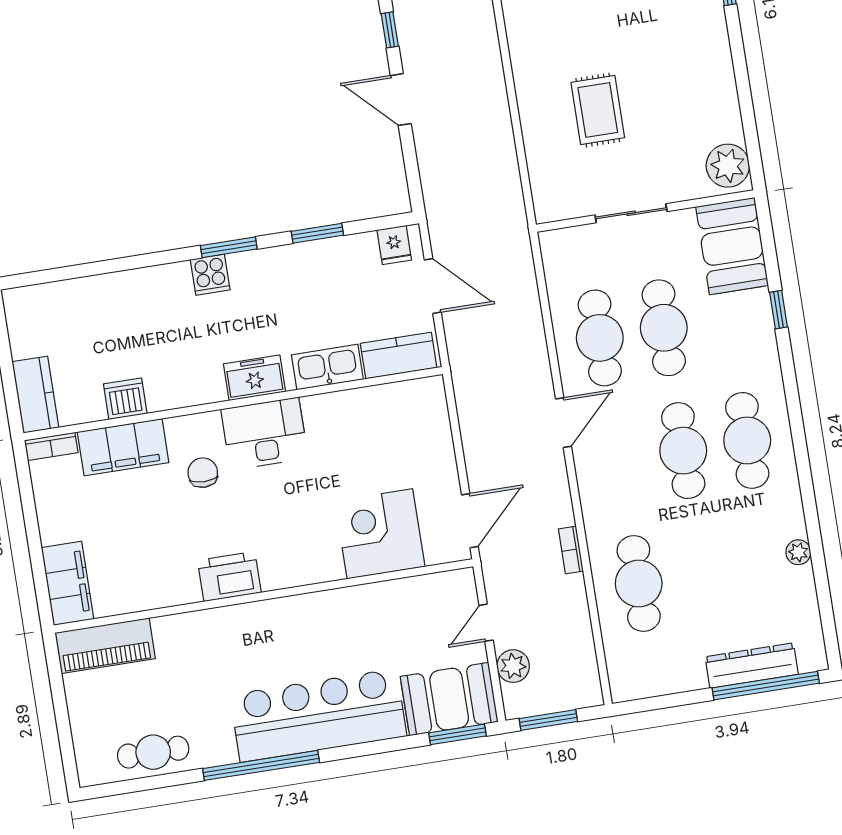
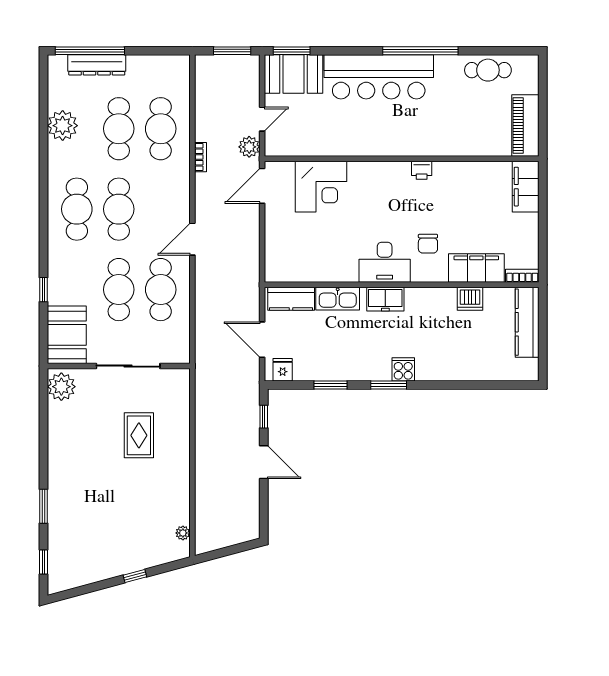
window: (390, 30) -> (264, 417), moved
sliding door: (631, 213) -> (128, 366), width x1.37
kitchen counter: (35, 395) -> (527, 322), width x1.50
plant: (798, 552) -> (63, 126), width x1.88, depth x1.88
cafe table: (703, 573) -> (119, 129), added
printer: (229, 577) -> (422, 170), width x0.53, depth x0.68
piano: (105, 646) -> (525, 126), moved, turned -90
plant: (513, 666) -> (249, 147), moved

